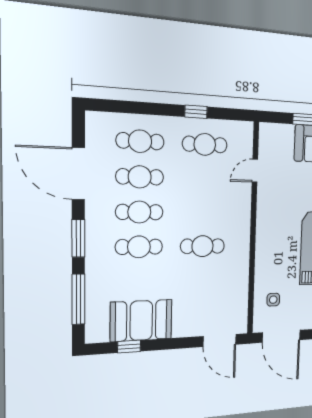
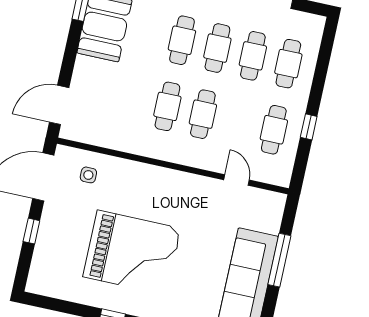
cafe table: (203, 213) -> (203, 114), added

